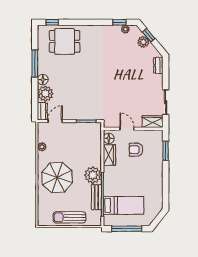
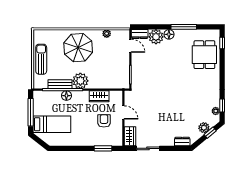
door: (127, 129) -> (123, 112), hinge flipped
floor lamp: (109, 138) -> (66, 96), moved
bed: (124, 205) -> (52, 124), moved, turned -90

